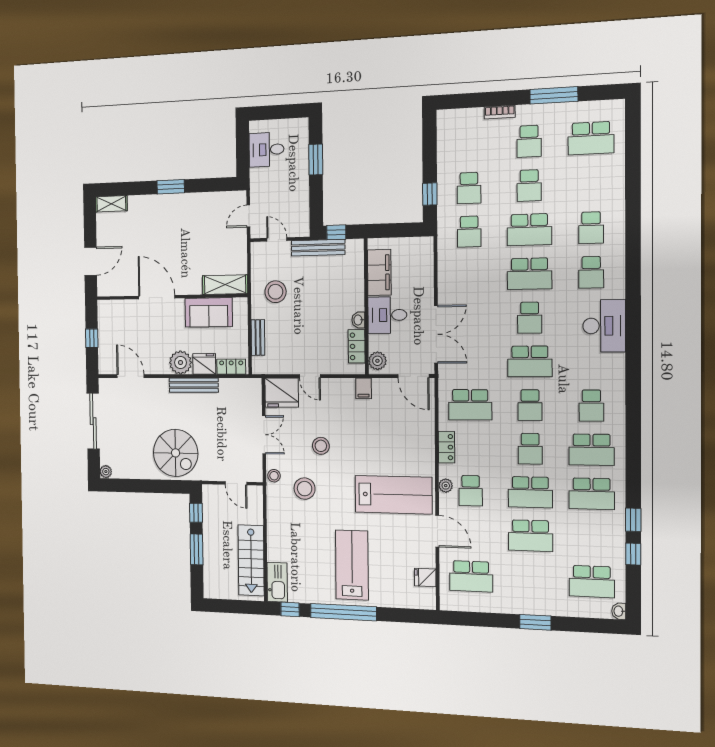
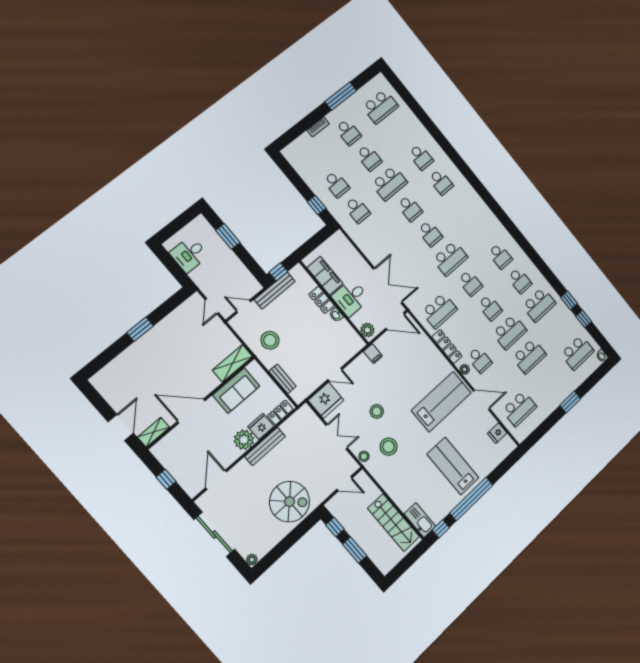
shelving: (111, 204) -> (154, 432), moved
school desk: (529, 274) -> (410, 208), width x0.54
desk: (604, 326) -> (471, 207), removed
locker: (357, 346) -> (322, 300), moved
door: (131, 376) -> (216, 480), hinge flipped
locker: (446, 447) -> (447, 347), width x1.53
school desk: (592, 450) -> (520, 280), width x0.54

